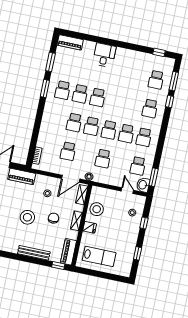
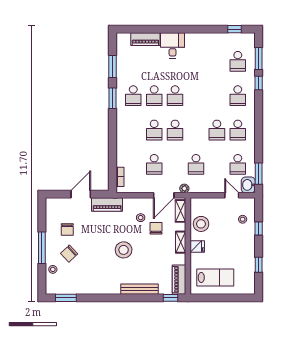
piano: (70, 42) -> (145, 39), moved
school desk: (109, 130) -> (196, 130), removed
chair: (54, 218) -> (156, 228), moved

